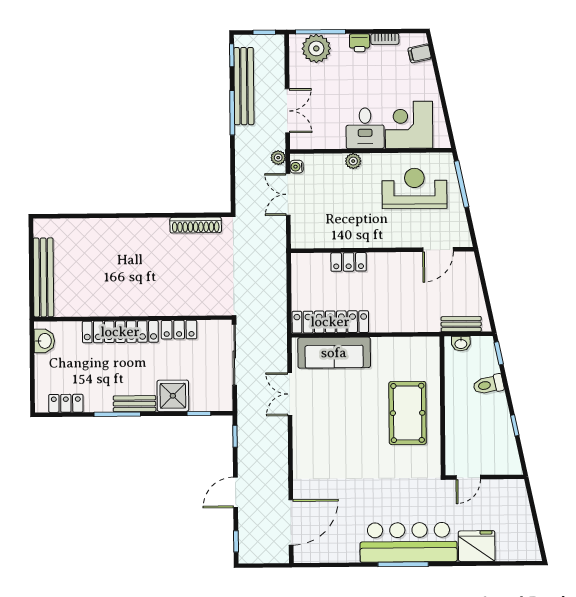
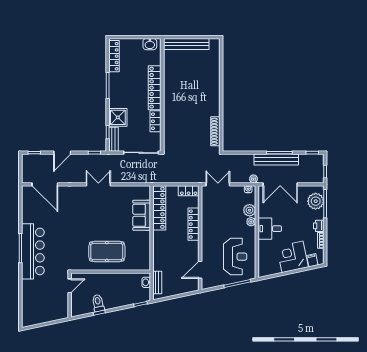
bench: (244, 86) -> (276, 160), moved
double door: (287, 111) -> (280, 184), width x1.37
corner desk: (409, 125) -> (292, 257), moved, turned -102
plant: (333, 164) -> (250, 210), added
double door: (288, 194) -> (218, 184), moved
door: (438, 250) -> (200, 270), hinge flipped
locker: (349, 262) -> (193, 224), width x1.53
locker: (300, 271) -> (189, 191), added
sofa: (334, 353) -> (142, 215), width x0.73
toilet: (488, 385) -> (98, 303), moved
double door: (290, 394) -> (98, 184), moved
locker: (66, 403) -> (114, 56), width x1.53
bench: (135, 404) -> (113, 139), moved
door: (468, 477) -> (70, 286), swing flipped
door: (236, 492) -> (62, 153), swing flipped
fridge: (477, 546) -> (30, 290), removed

